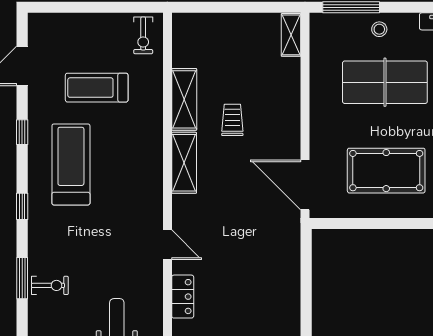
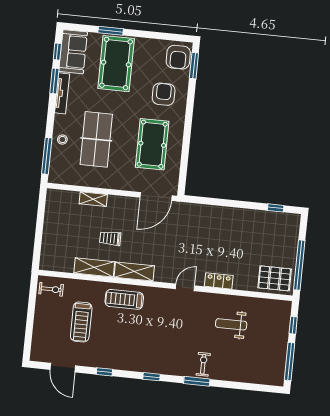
shelving: (291, 35) -> (93, 199), moved
treadmill: (71, 164) -> (124, 299), moved, width x0.73, depth x0.73

